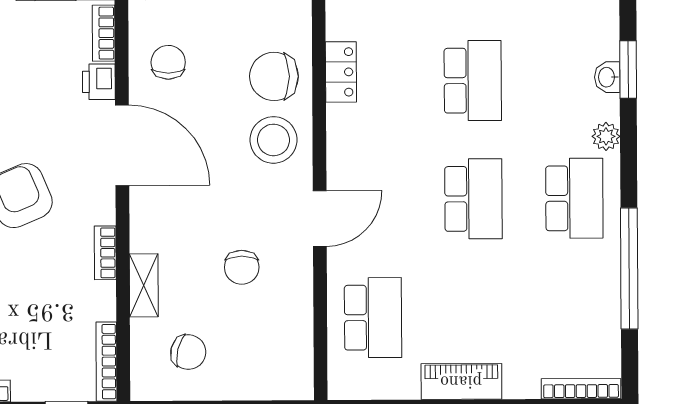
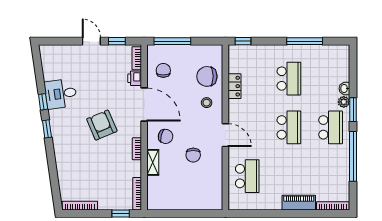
window: (628, 70) -> (353, 110), moved
locker: (341, 72) -> (235, 86), moved
washbasin: (607, 77) -> (344, 89), moved
stool: (274, 140) -> (207, 103), width x0.53, depth x0.53
door: (320, 218) -> (225, 135), hinge flipped
chair: (188, 352) -> (166, 136), moved
piano: (461, 381) -> (299, 203), moved

